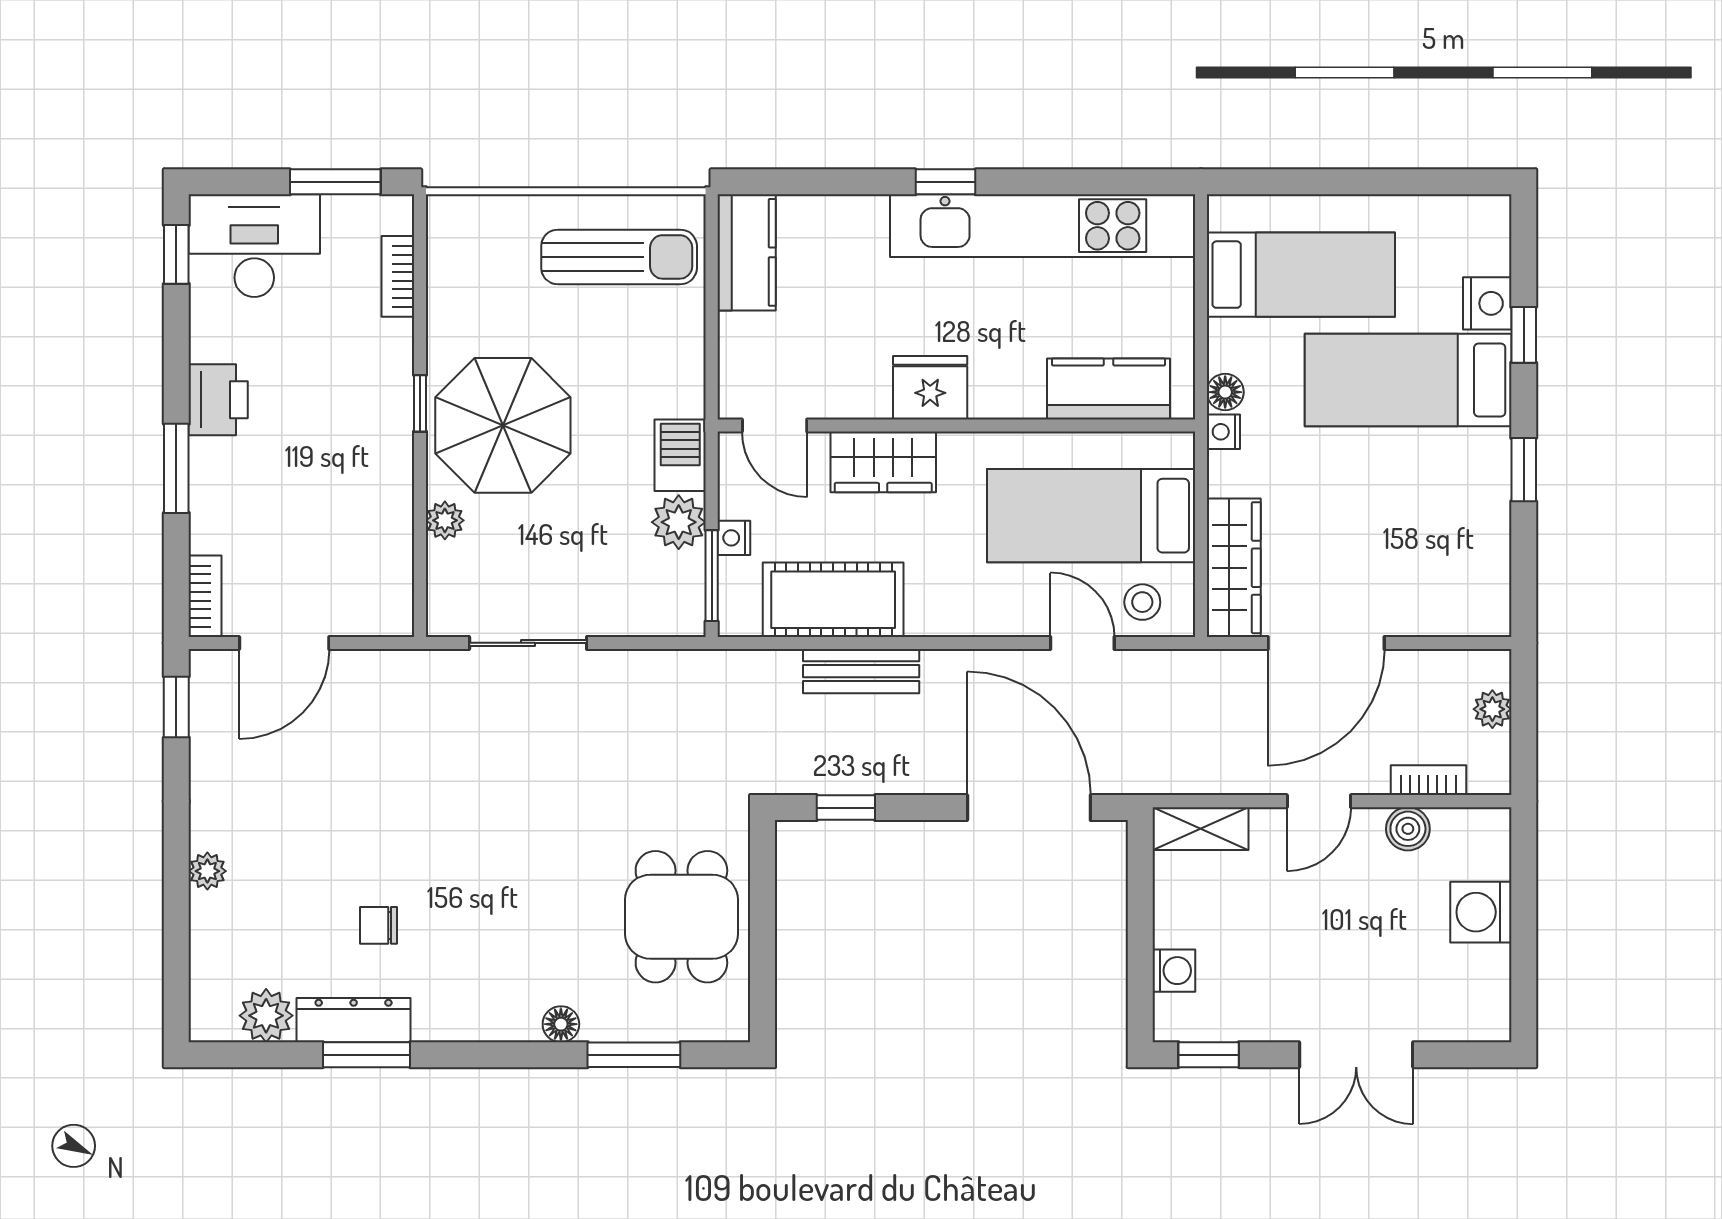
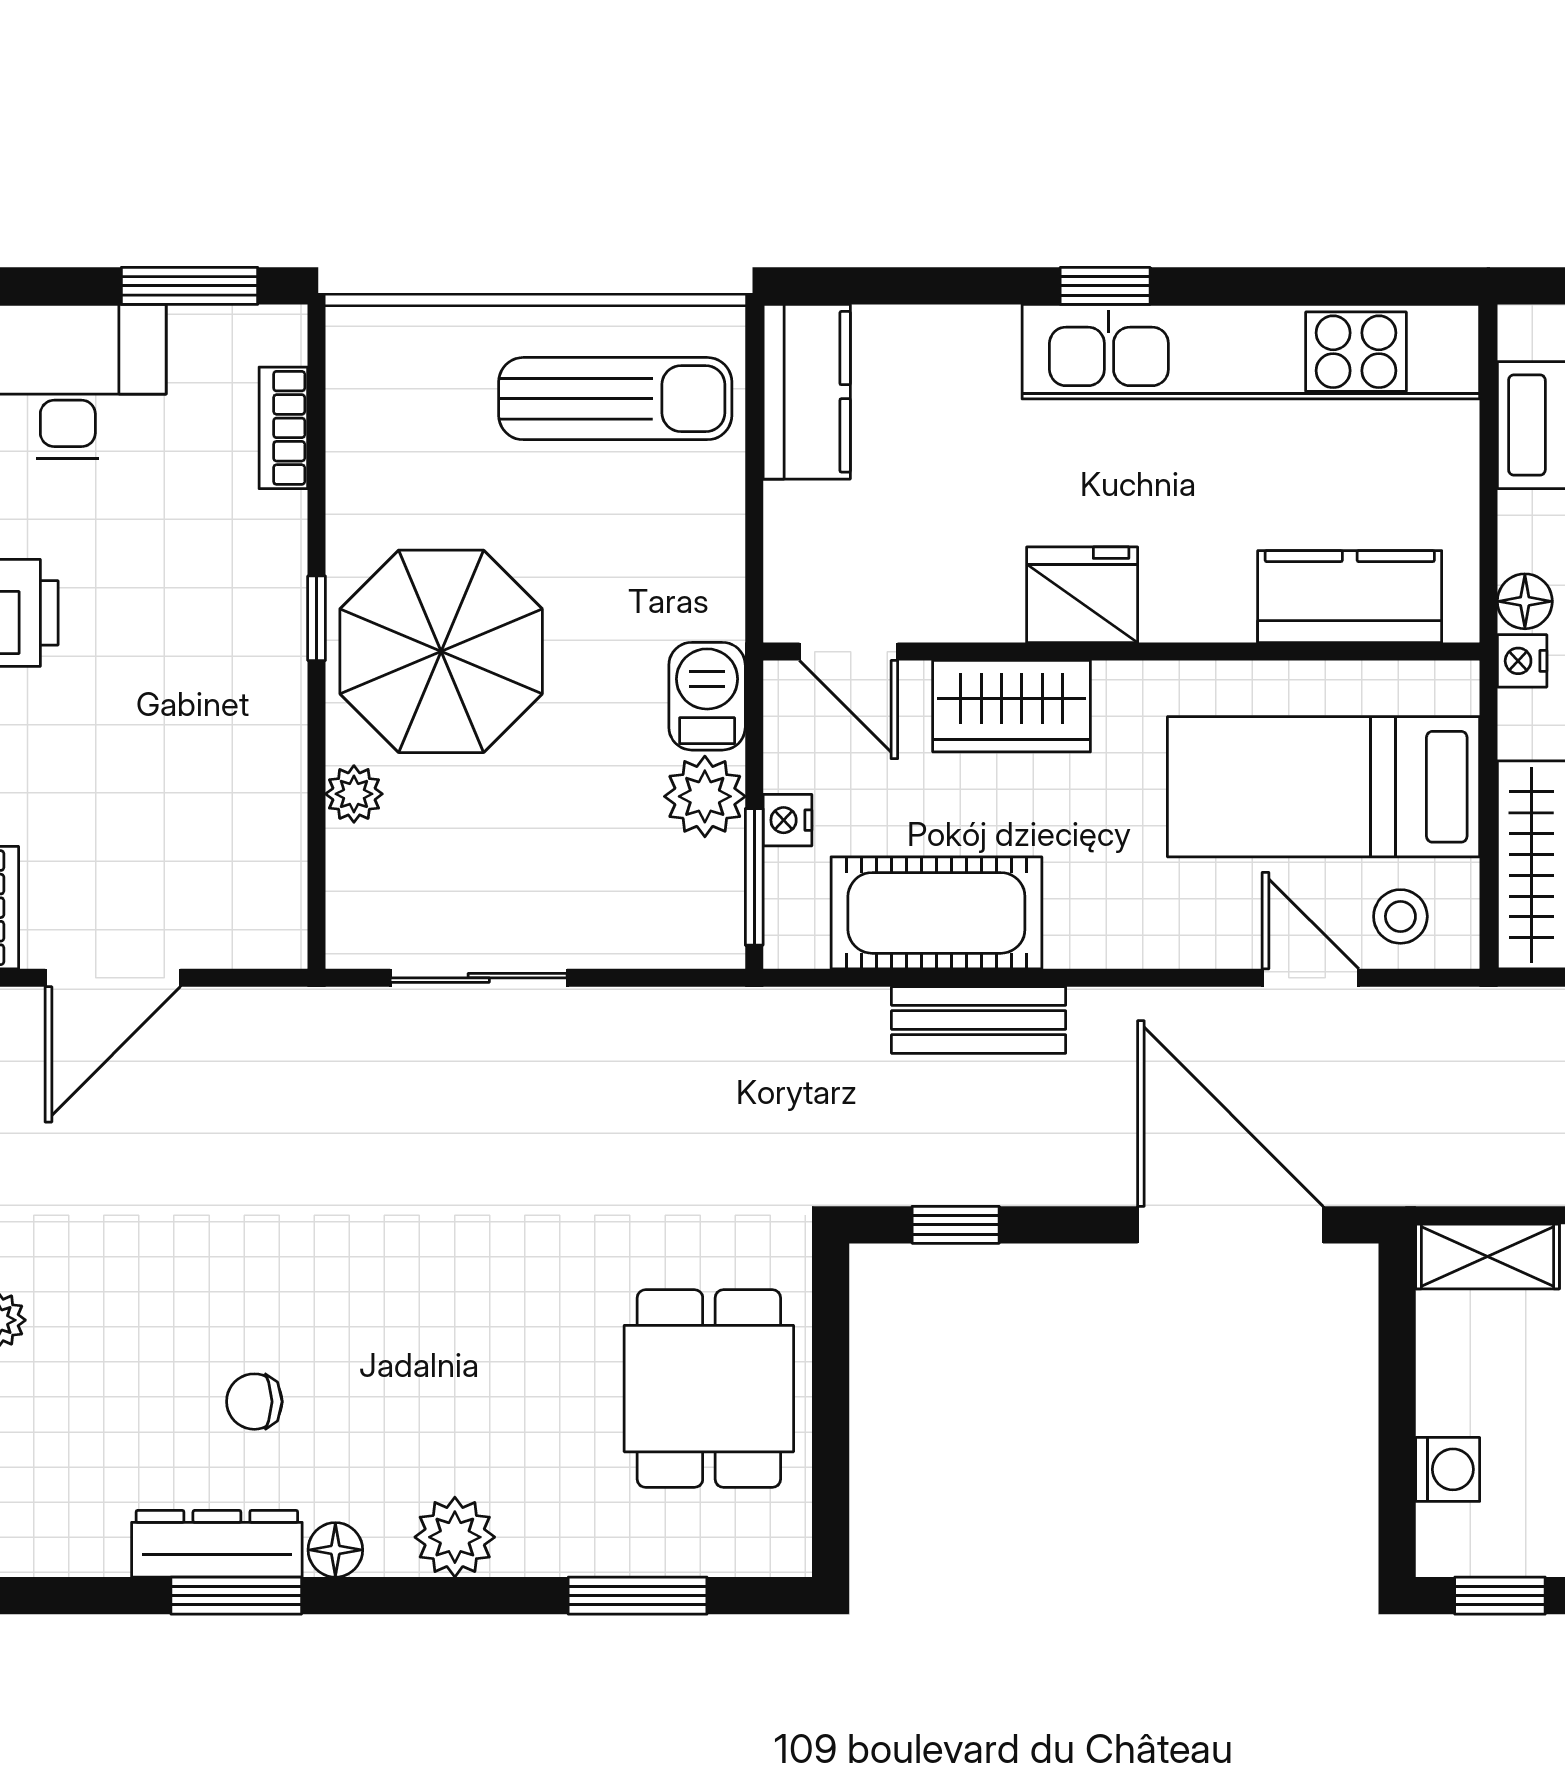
plant: (266, 1016) -> (455, 1537), moved
floor lamp: (561, 1024) -> (335, 1550), moved

